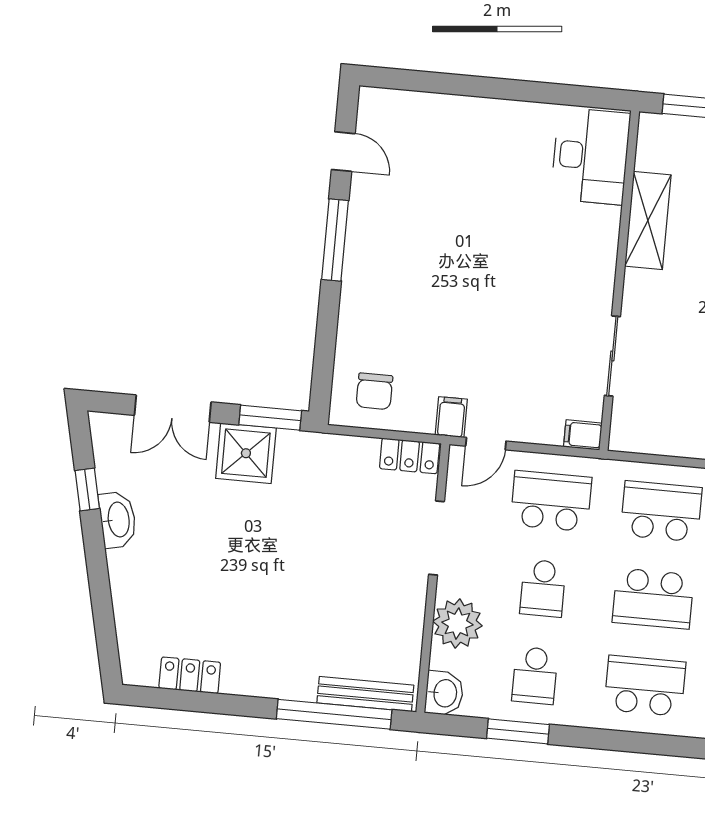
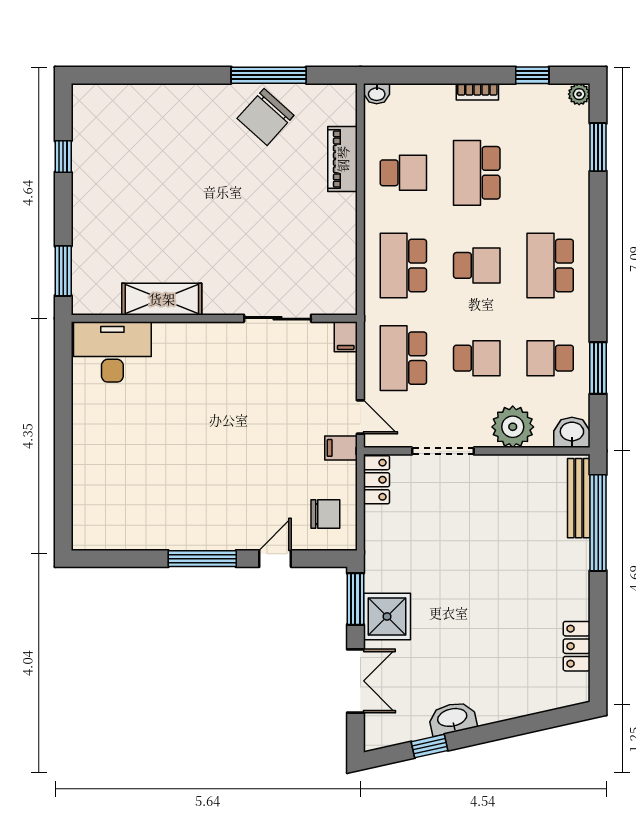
door: (343, 152) -> (275, 559), moved
school desk: (653, 599) -> (477, 265), width x0.54
school desk: (535, 676) -> (550, 358), turned 180

